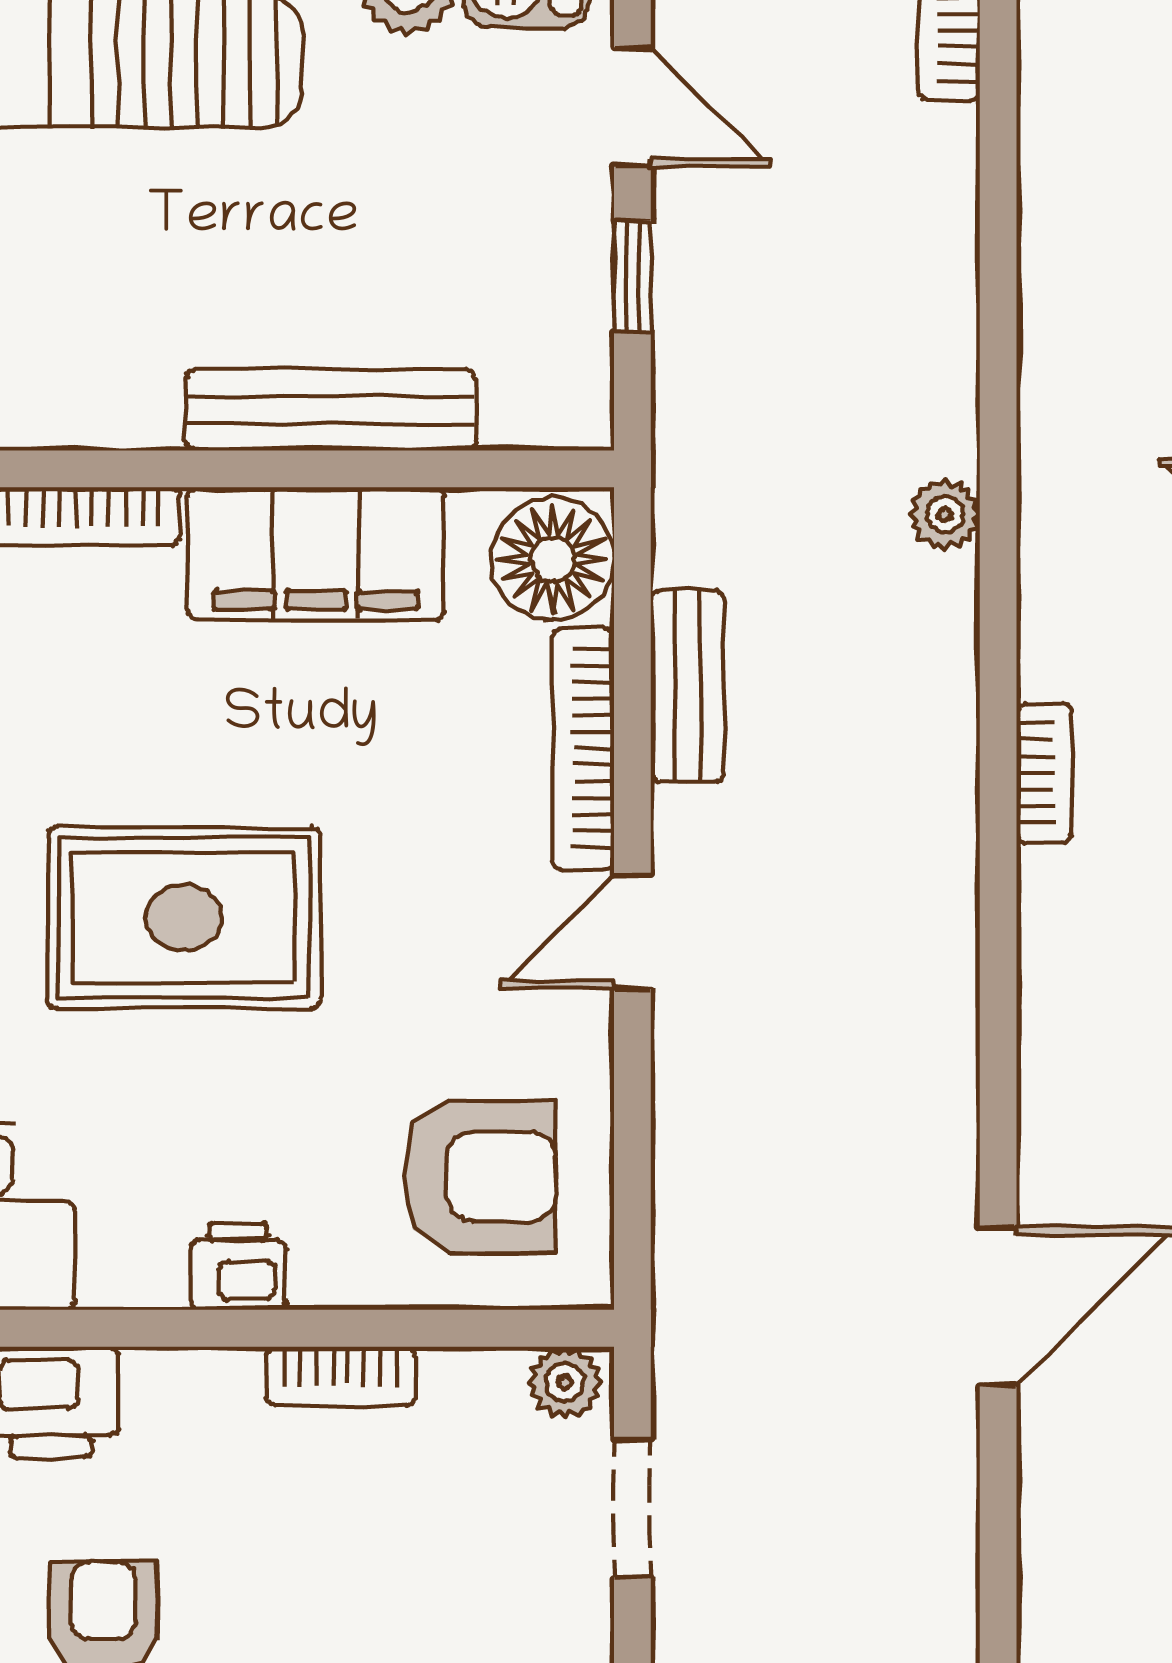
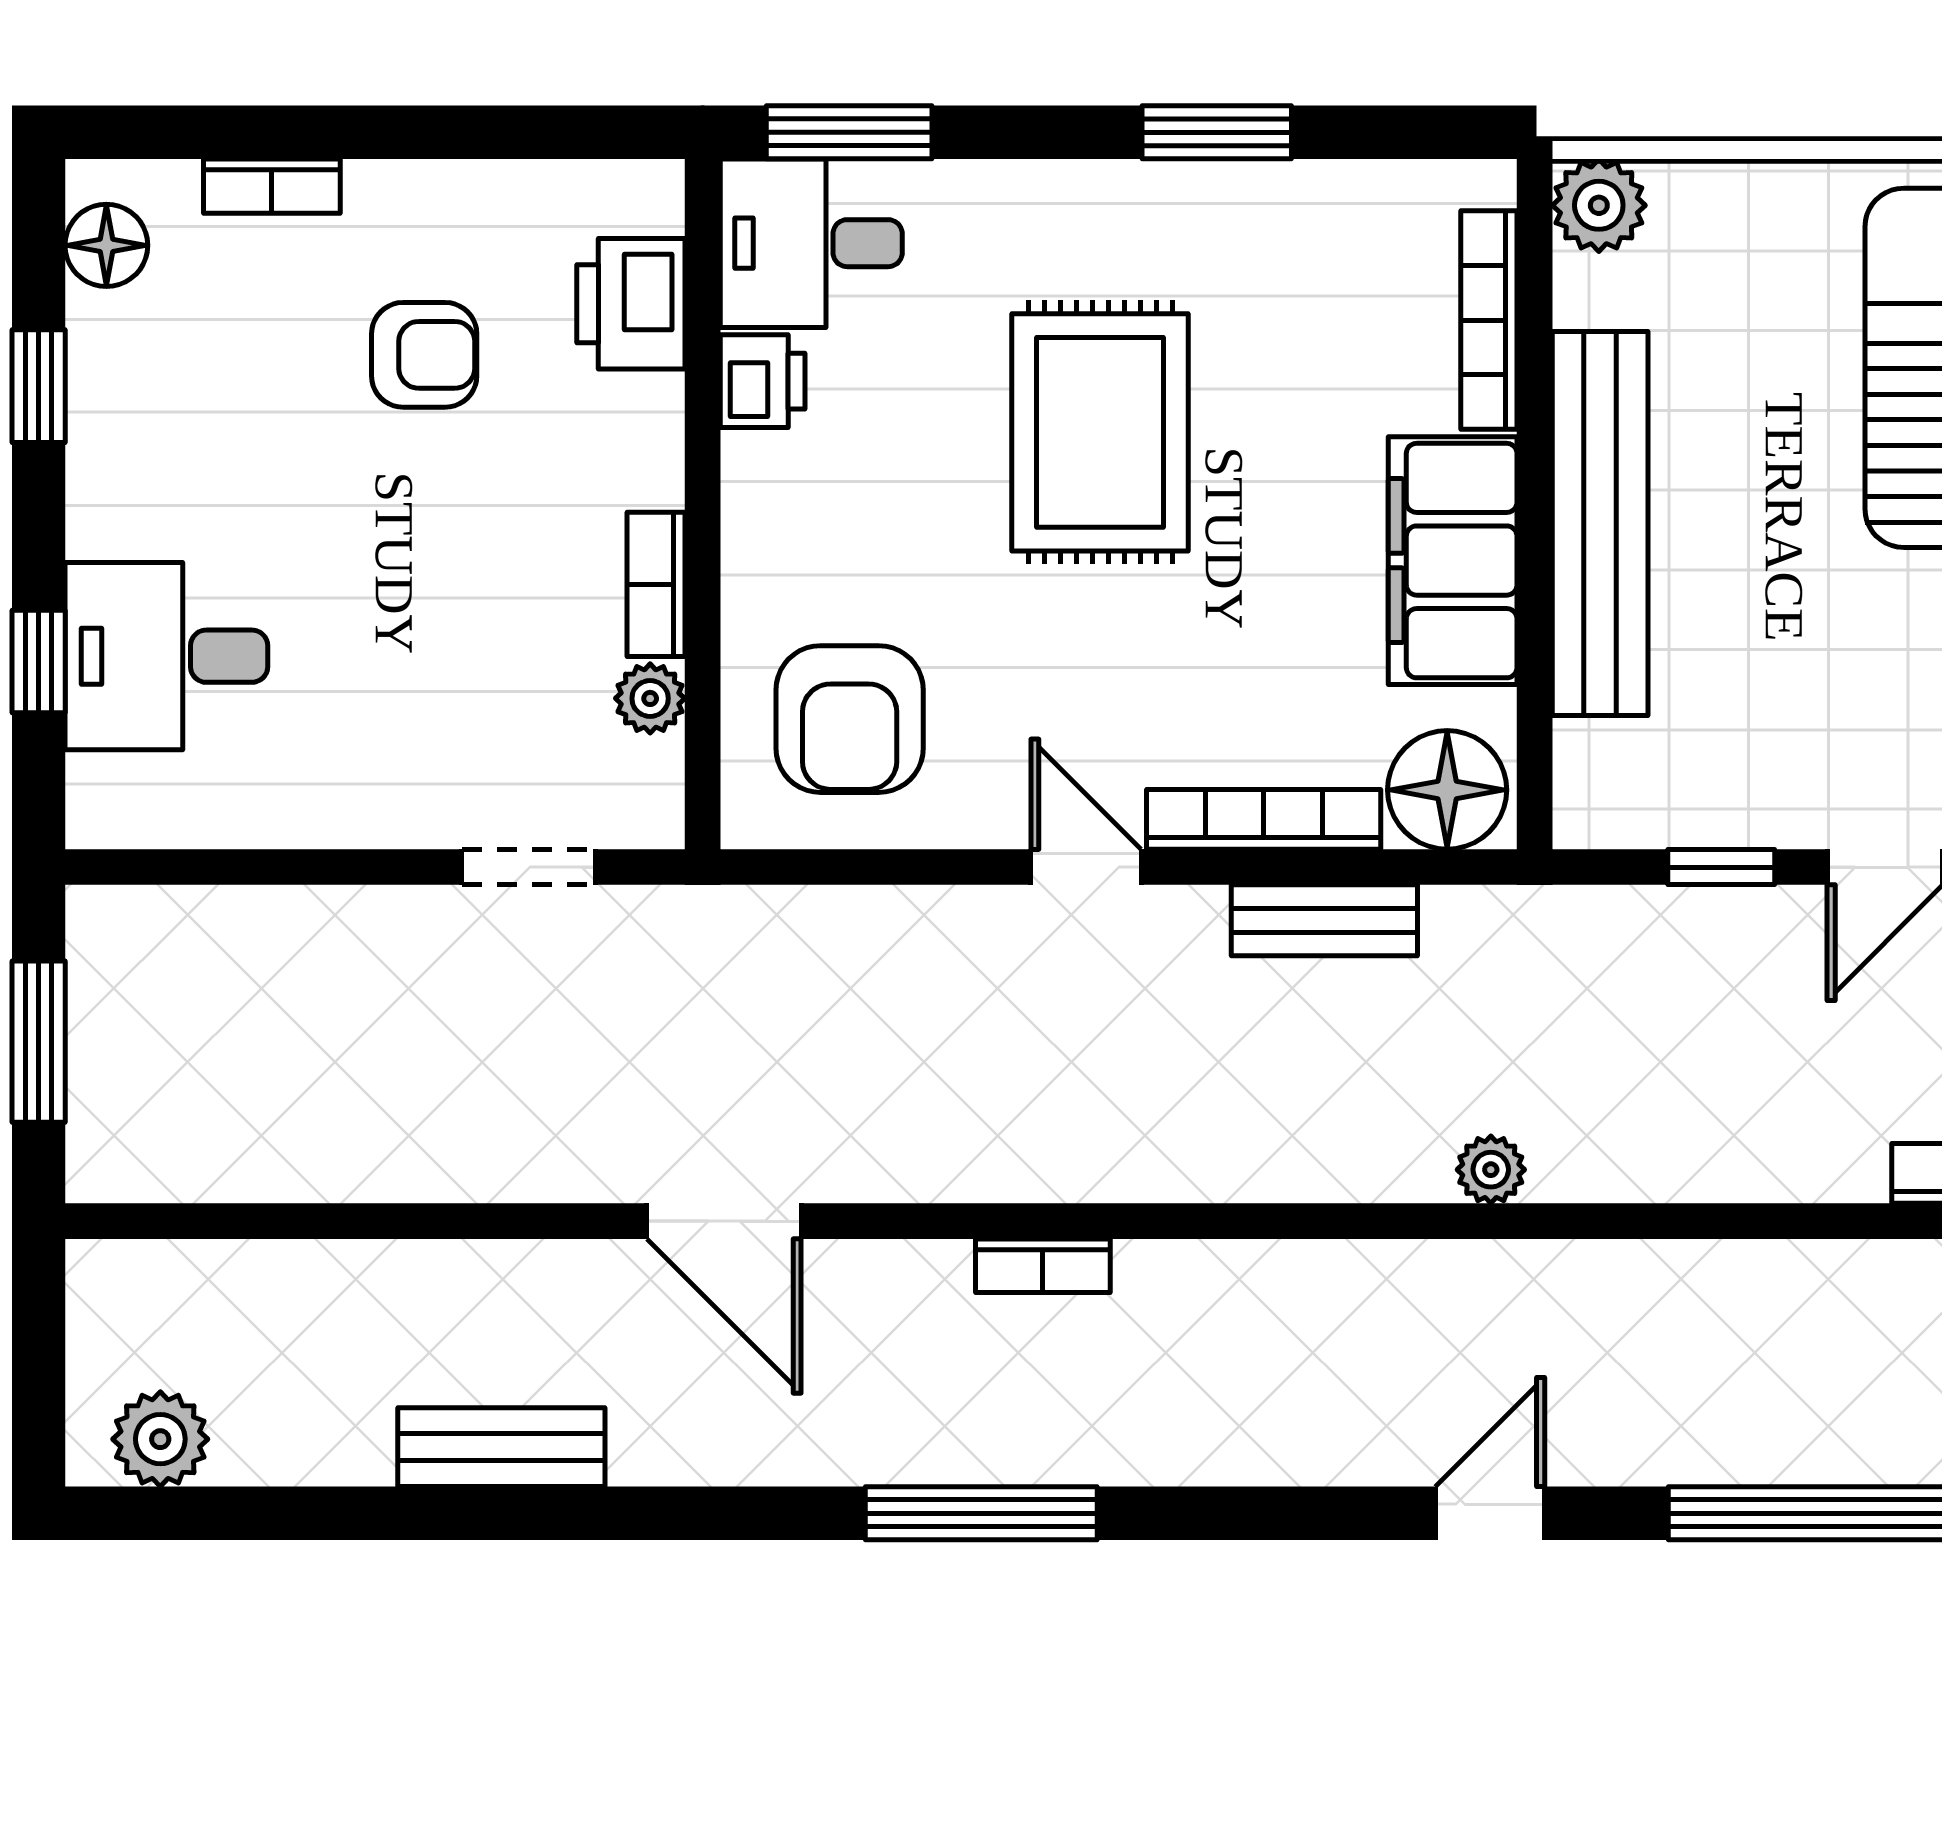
bench: (331, 410) -> (1600, 523), width x1.37, depth x1.21
bookcase: (1044, 773) -> (1043, 1266), moved
printer: (238, 1266) -> (763, 381), moved
plant: (565, 1382) -> (650, 698), moved

